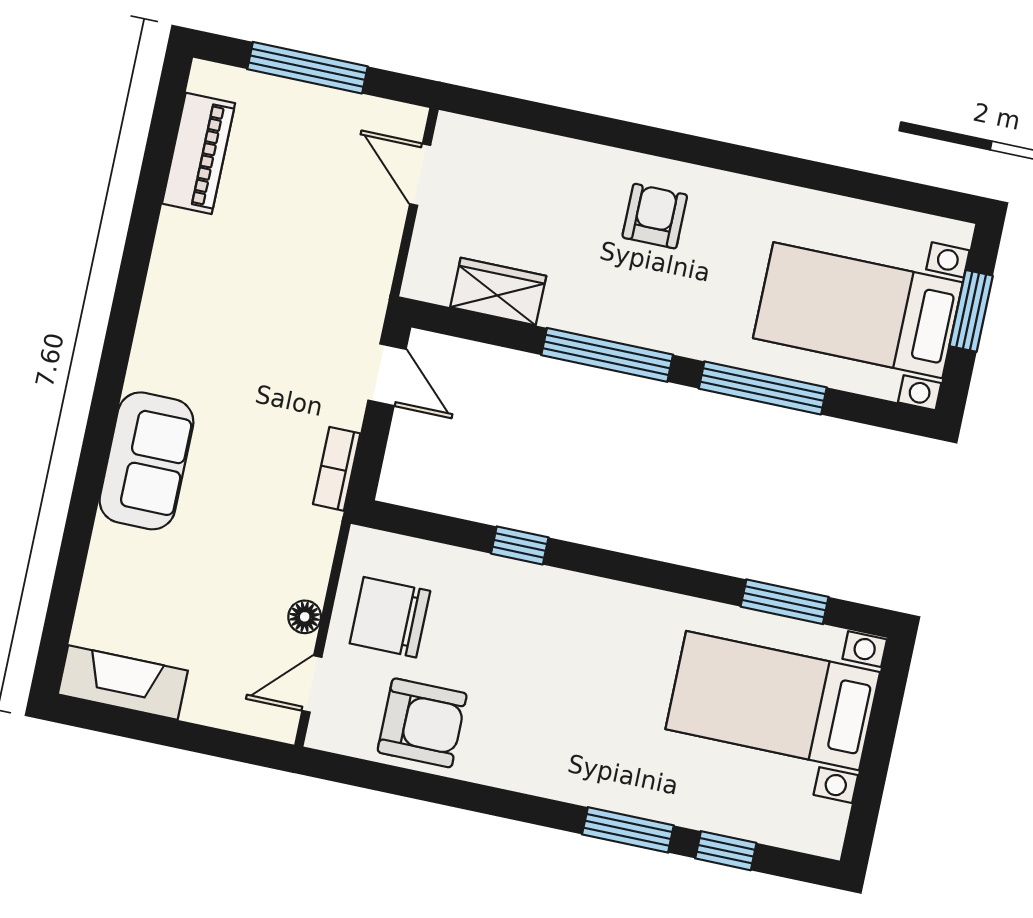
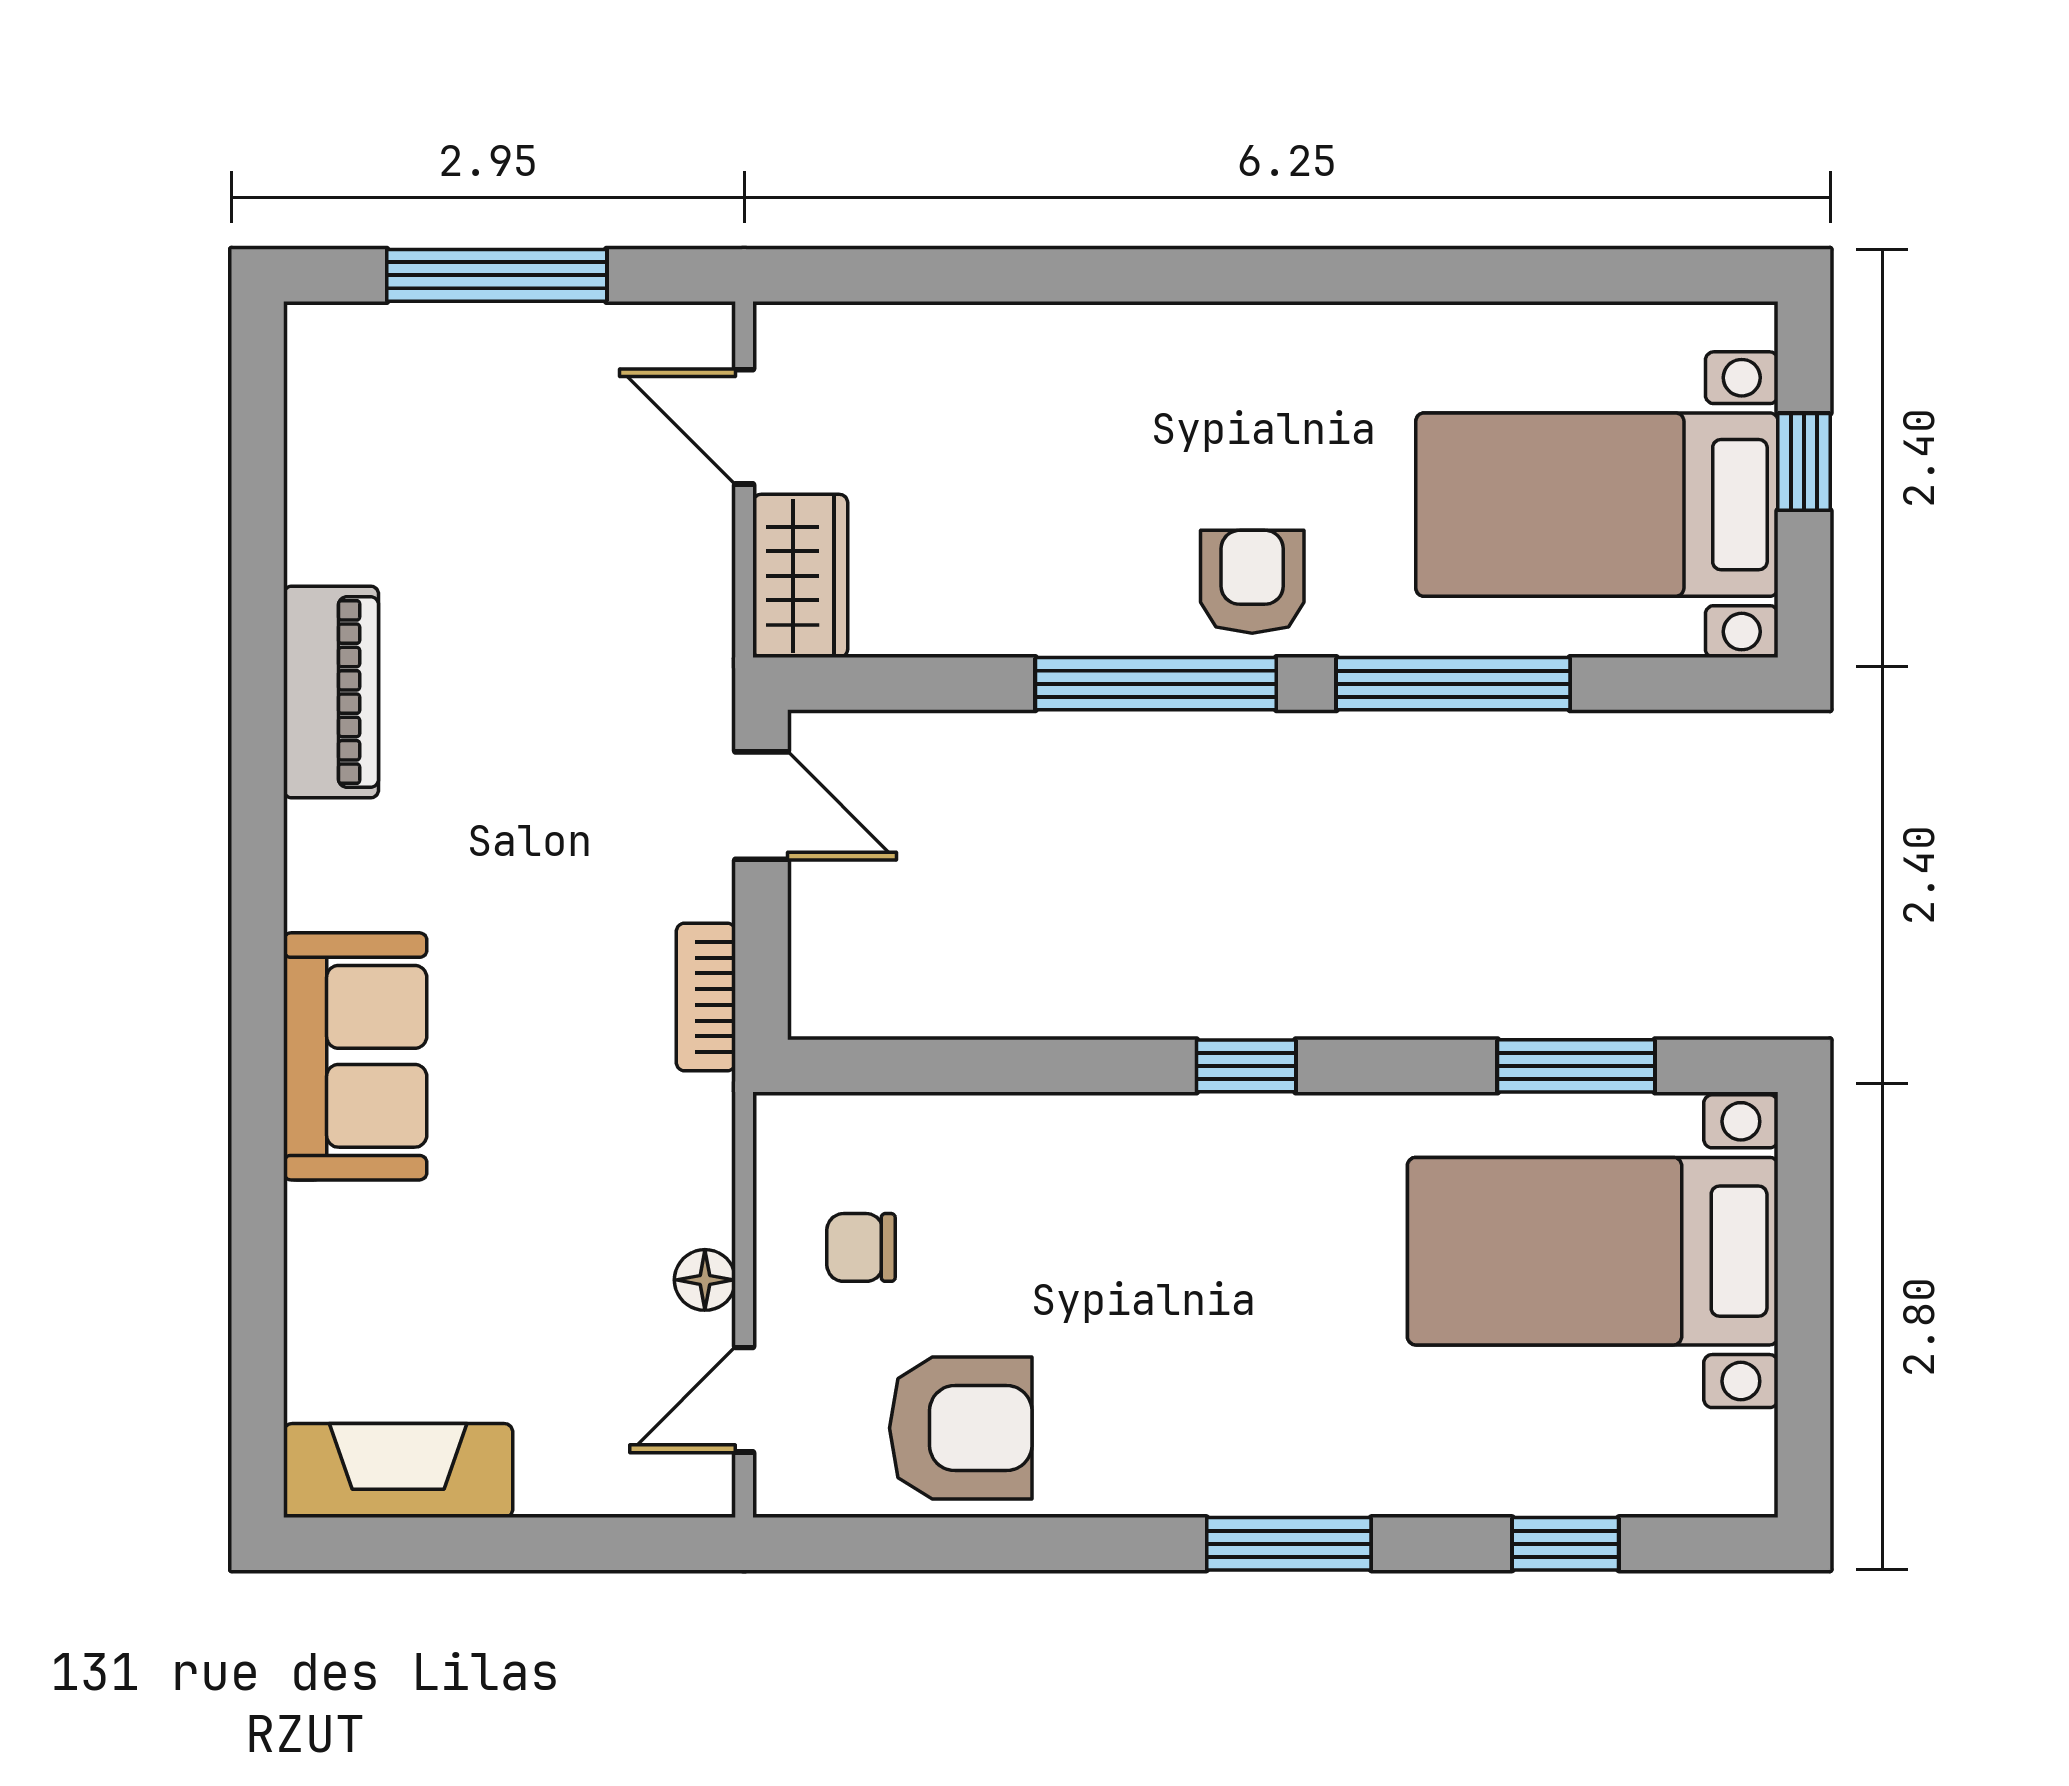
piano: (199, 153) -> (331, 692), moved
armchair: (655, 216) -> (1252, 582), moved
wardrobe: (498, 292) -> (800, 576), moved, turned 90
window: (971, 311) -> (1804, 462), width x0.67
window: (520, 545) -> (1246, 1066), moved
chair: (390, 617) -> (861, 1247), width x0.54, depth x0.54
window: (628, 830) -> (1289, 1544), moved

